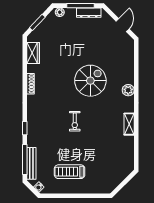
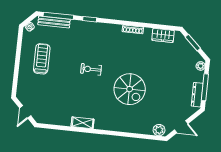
plant: (128, 90) -> (159, 130), moved
door: (124, 182) -> (25, 112), added

